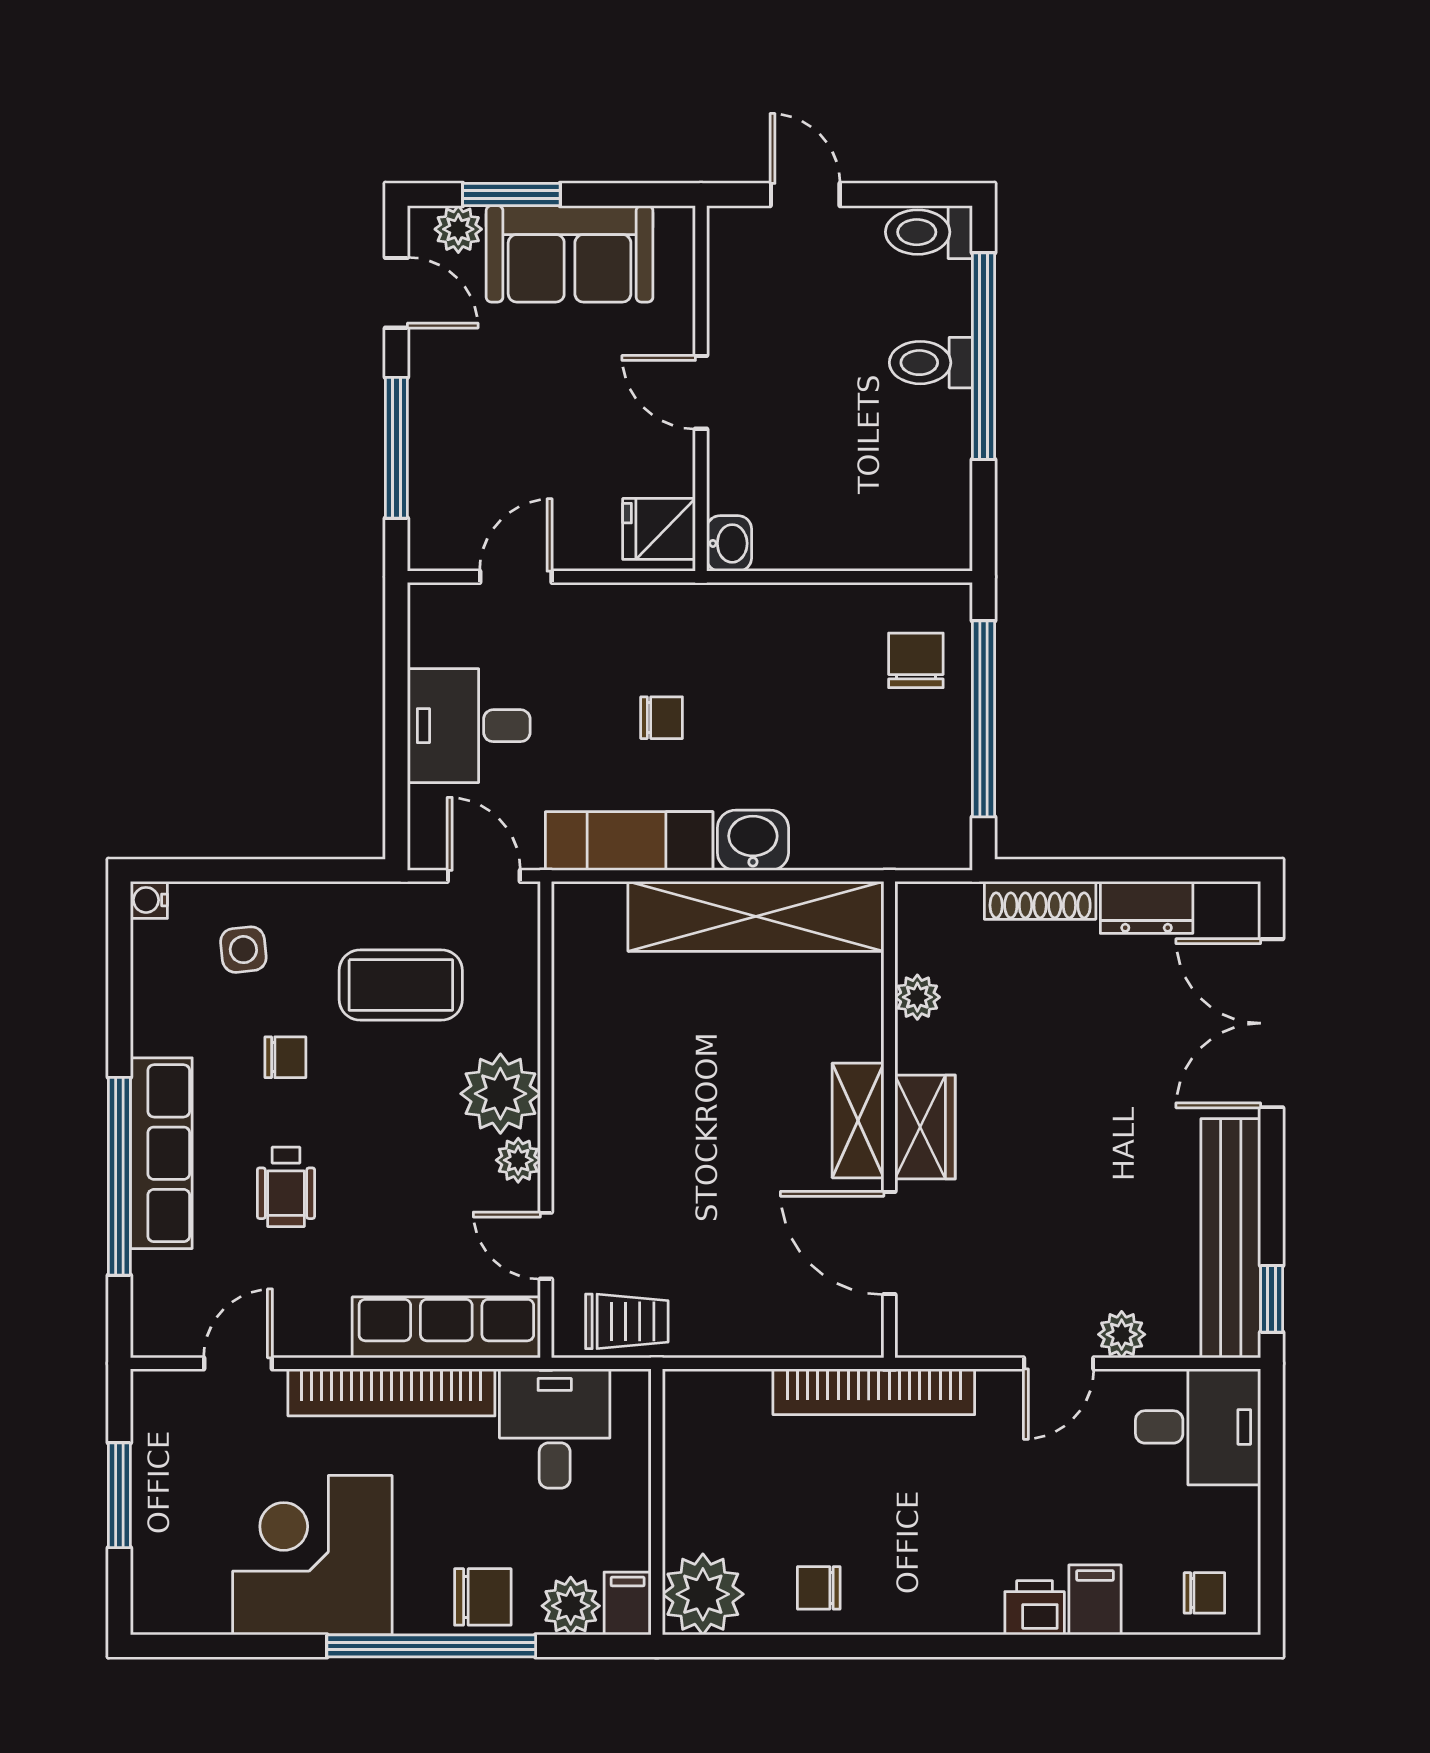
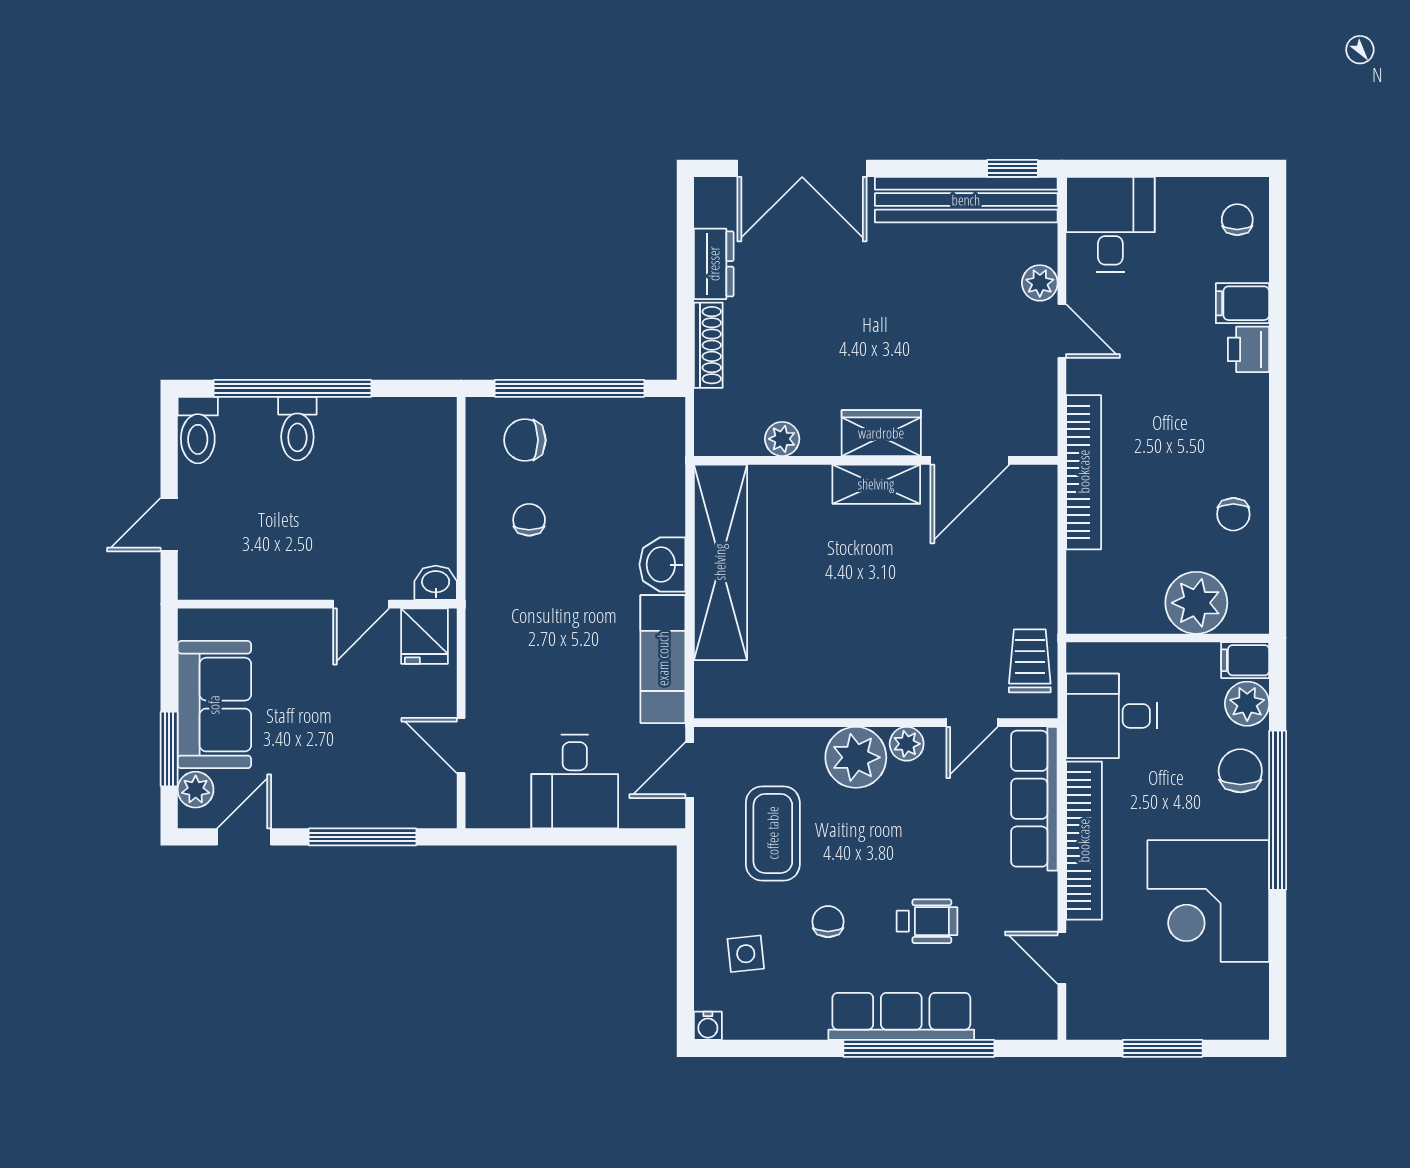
door: (701, 392) -> (361, 604), moved
chair: (662, 718) -> (529, 520), moved
plant: (703, 1594) -> (1196, 603), moved

